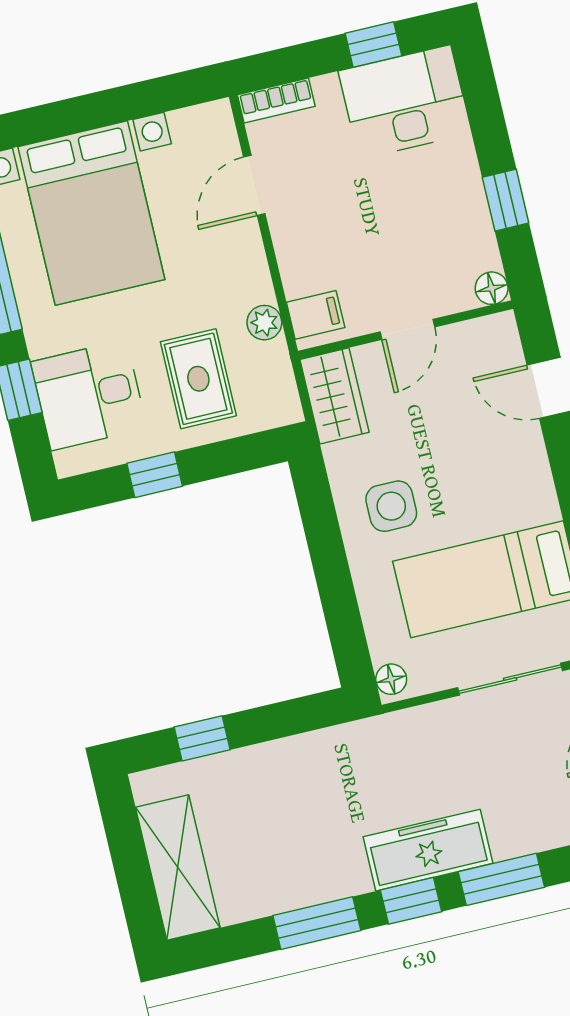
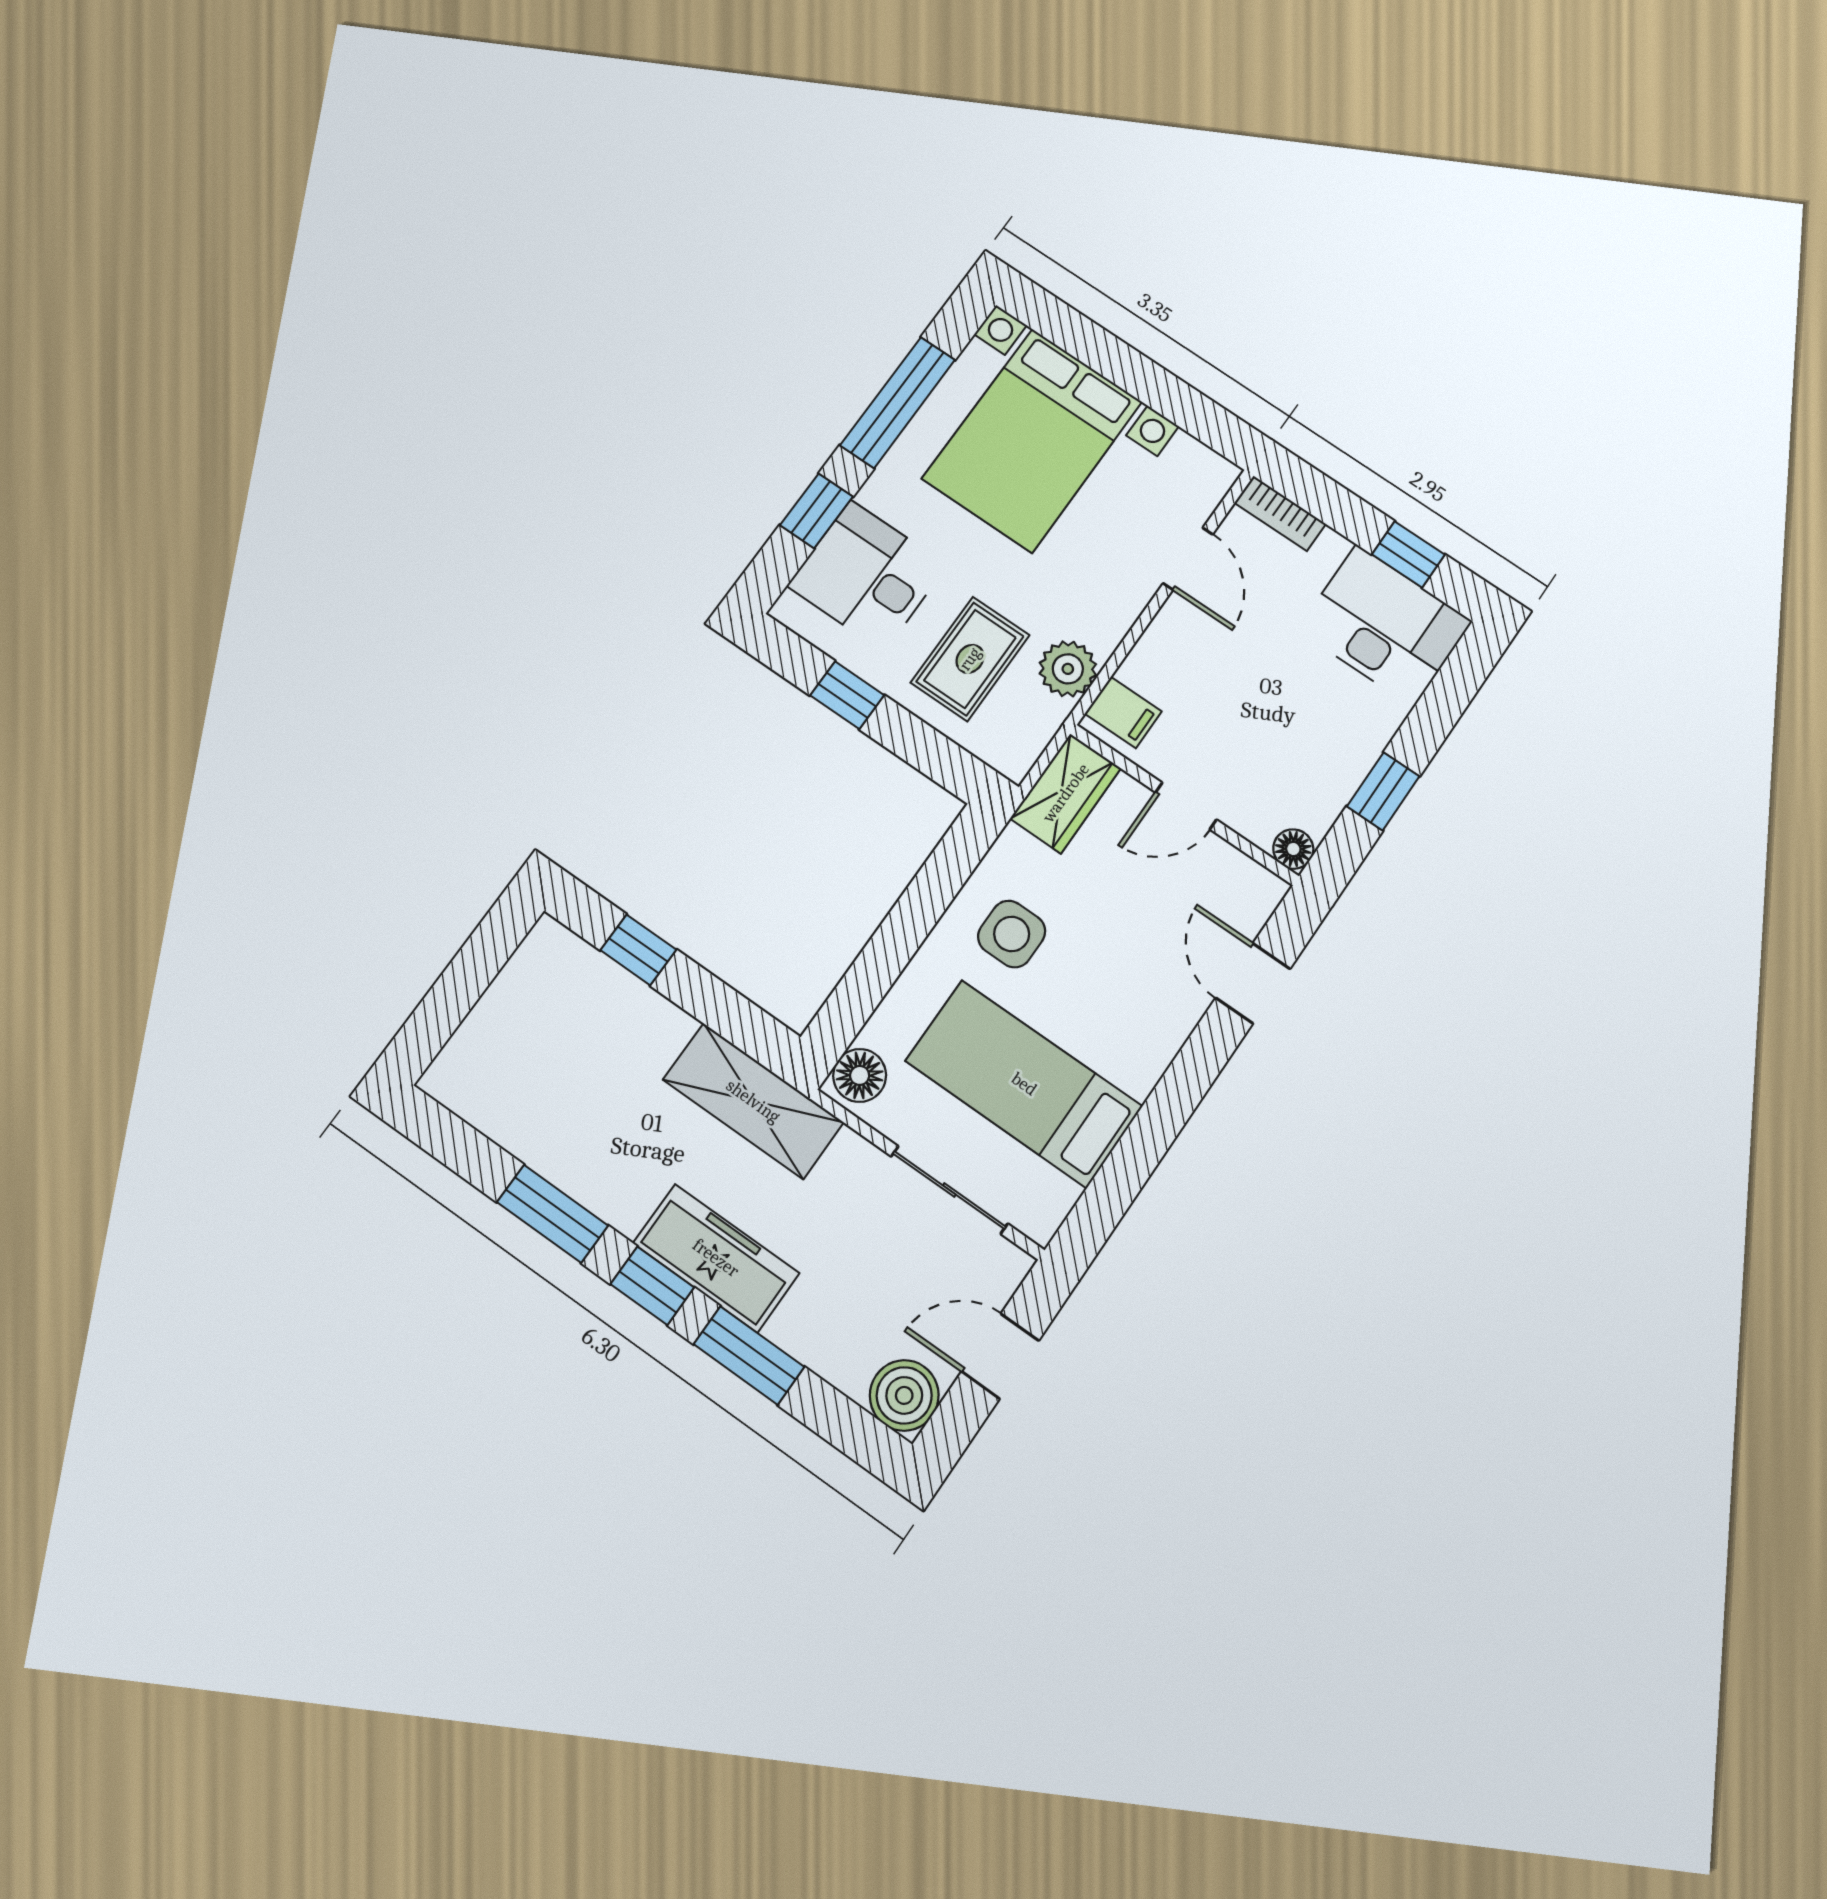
door: (254, 185) -> (1188, 559), swing flipped
plant: (264, 323) -> (1068, 669), width x1.38, depth x1.38
floor lamp: (391, 679) -> (860, 1075), width x1.37, depth x1.37
shelving: (178, 868) -> (753, 1101), moved, turned 90

